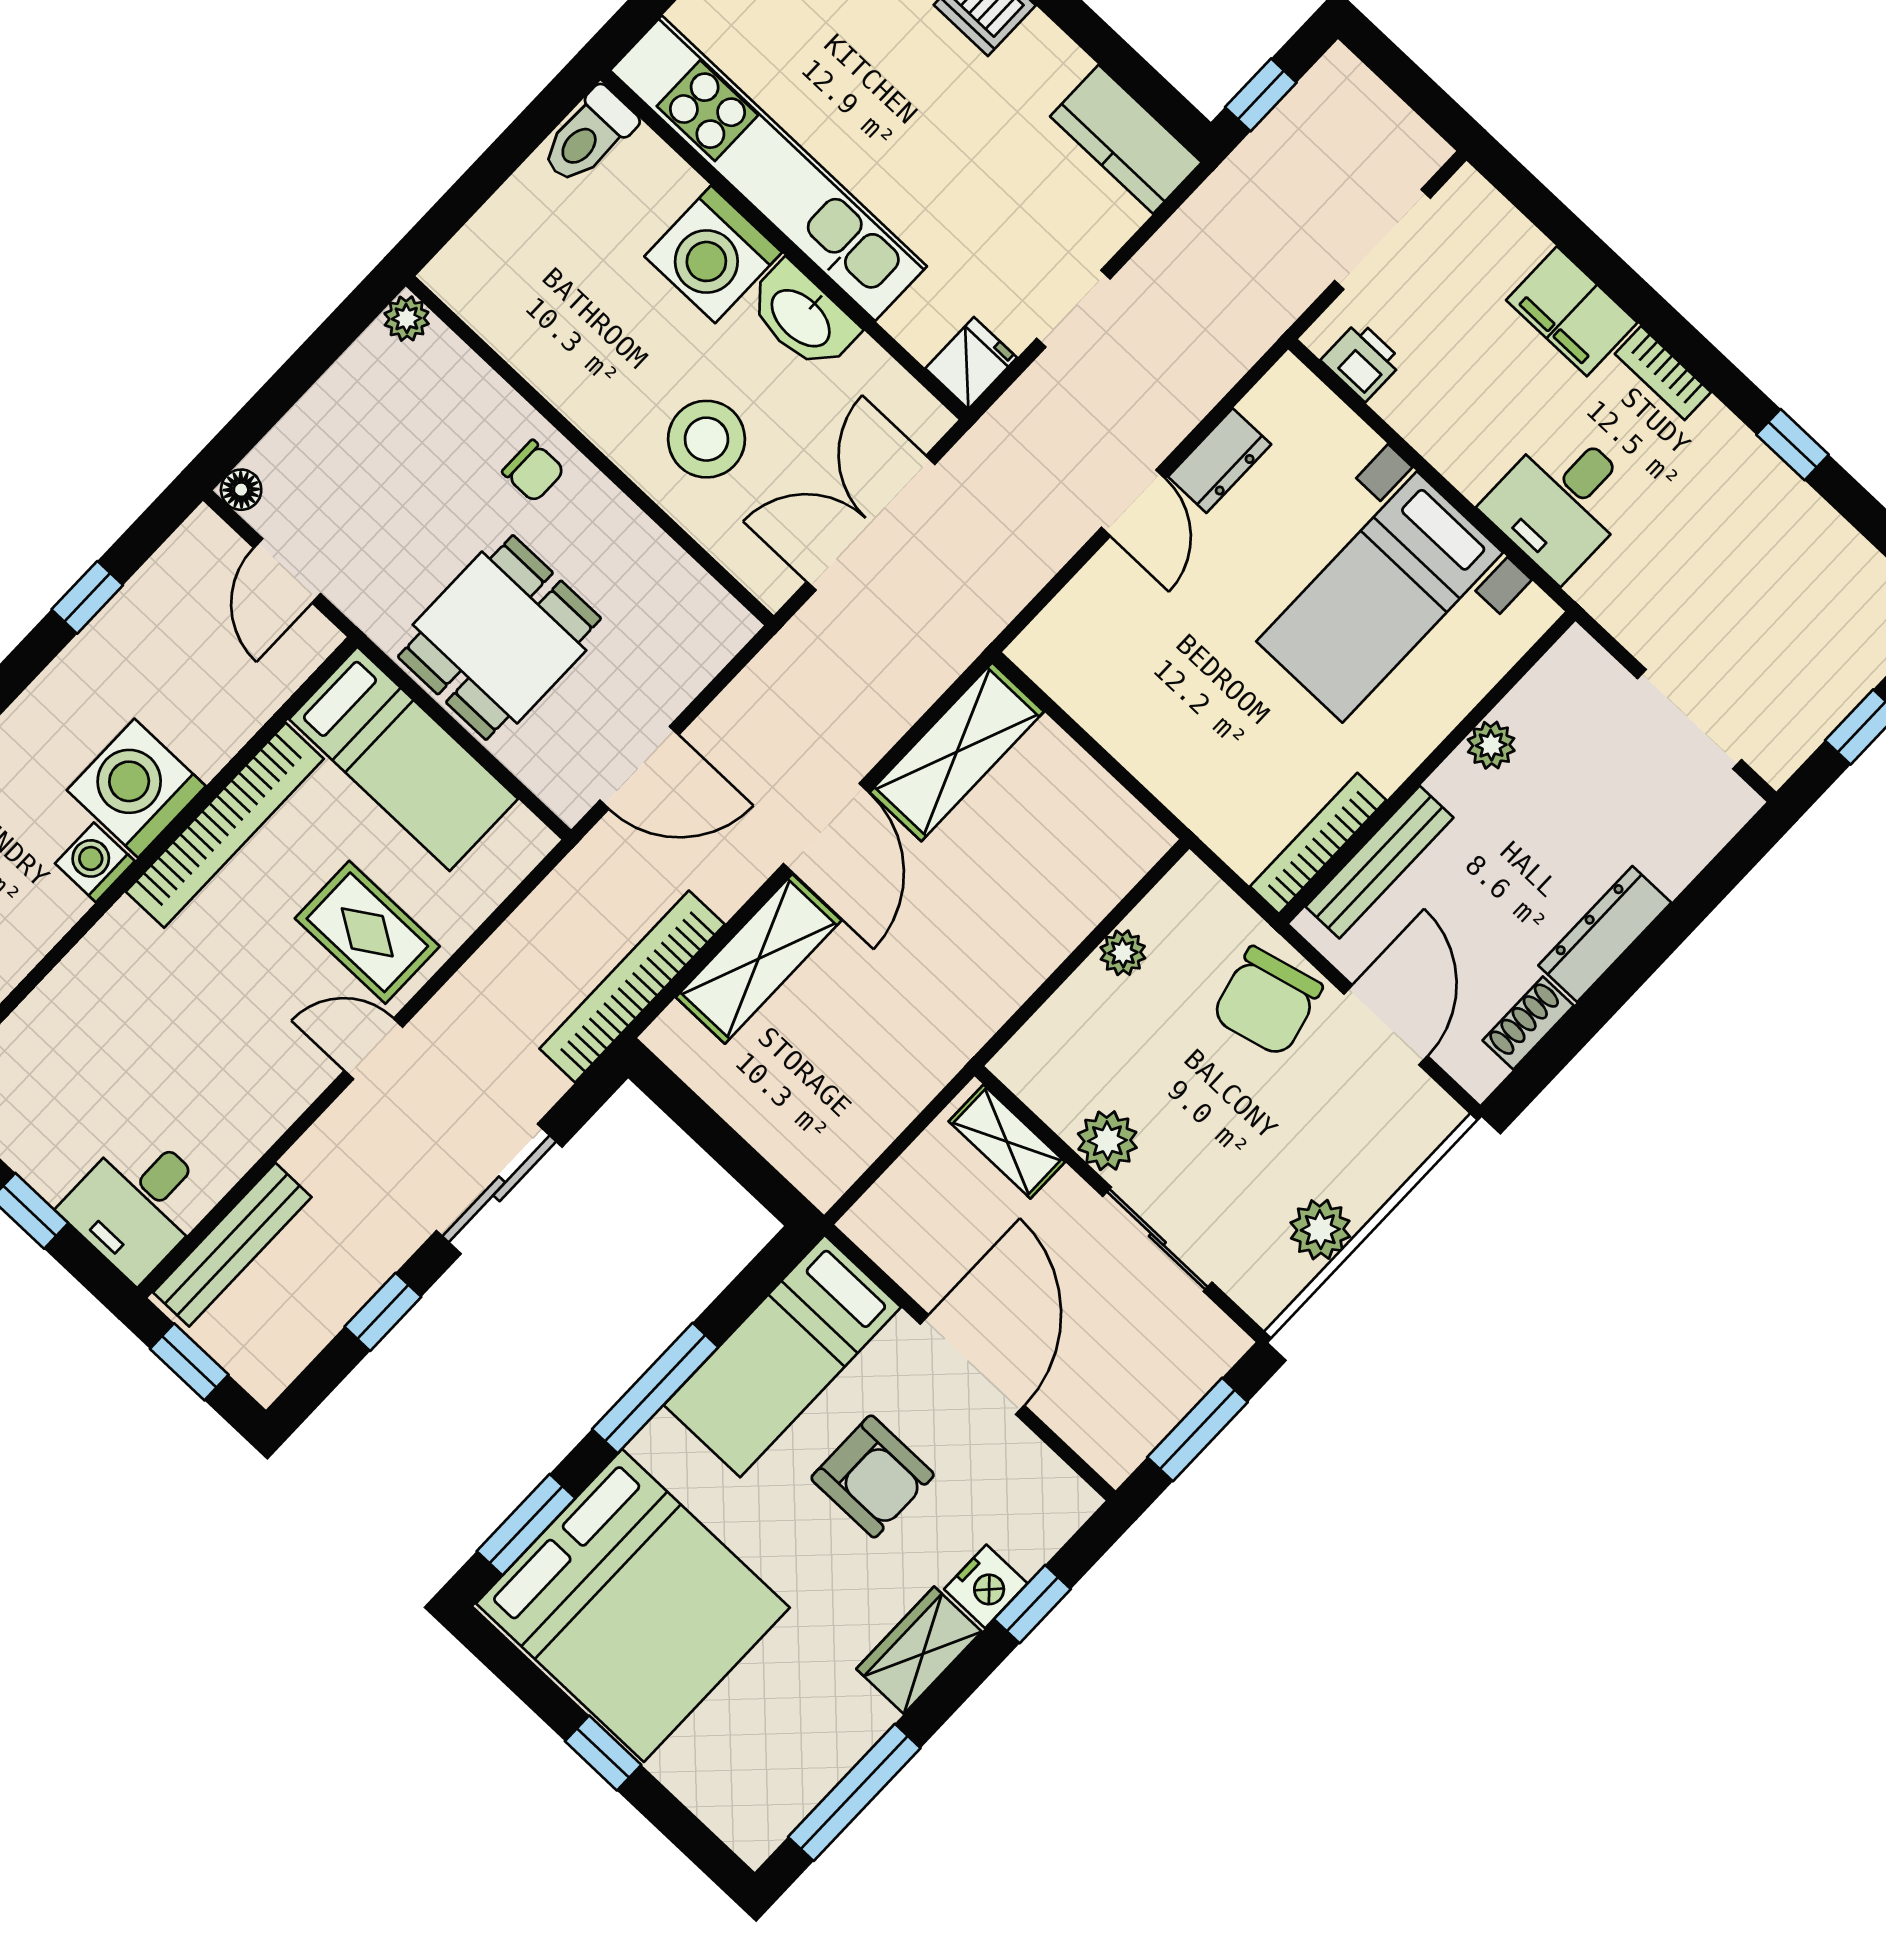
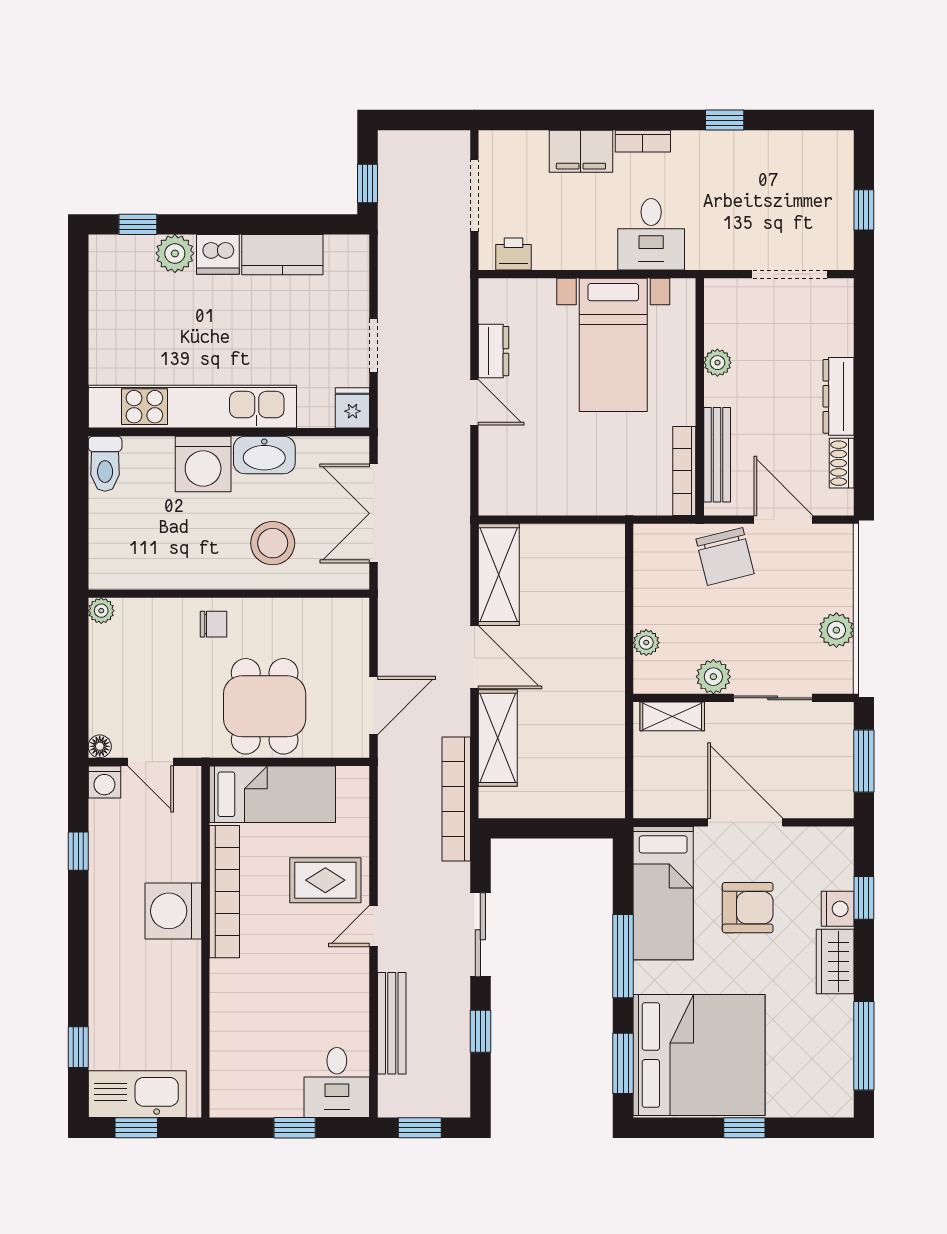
kitchen counter: (1126, 139) -> (282, 255), moved
washing machine: (95, 862) -> (104, 782), moved, turned -90
plant: (1123, 953) -> (646, 643), moved
bench: (232, 1245) -> (392, 1023), moved

